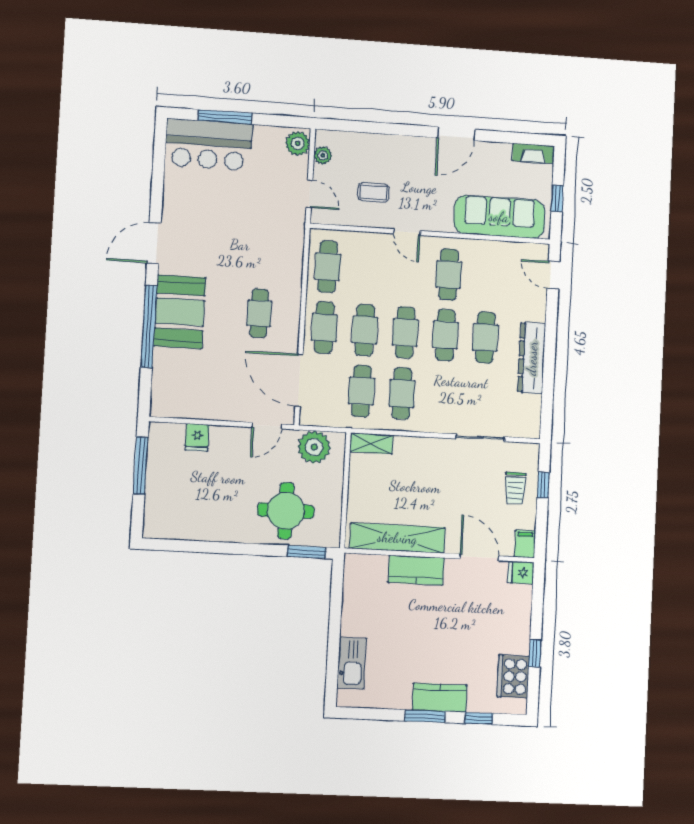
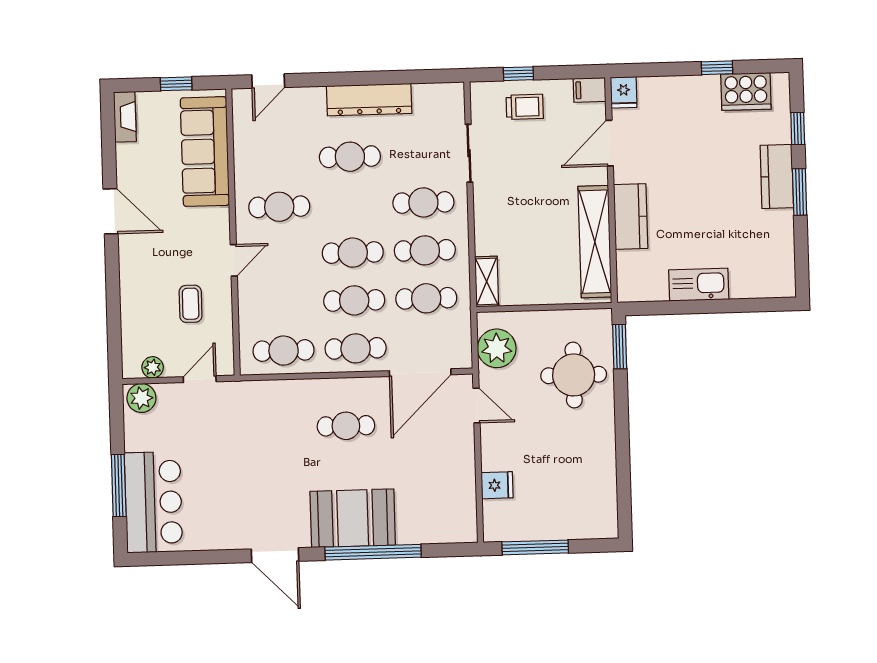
cafe table: (445, 335) -> (423, 202), moved
kitchen sink: (352, 663) -> (699, 285), moved

